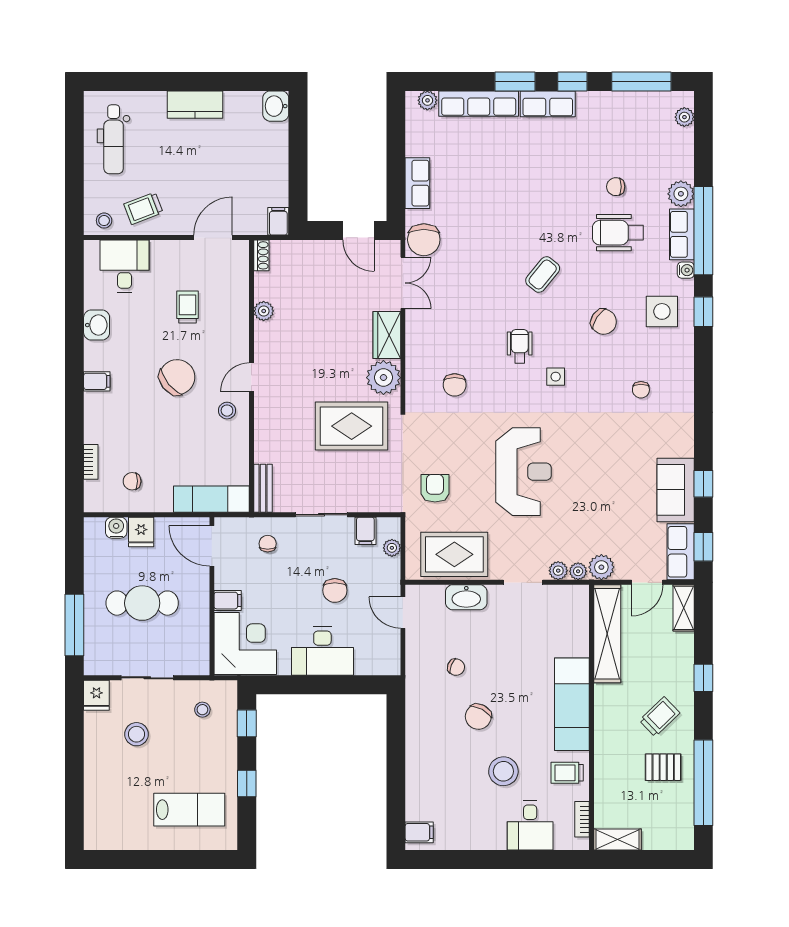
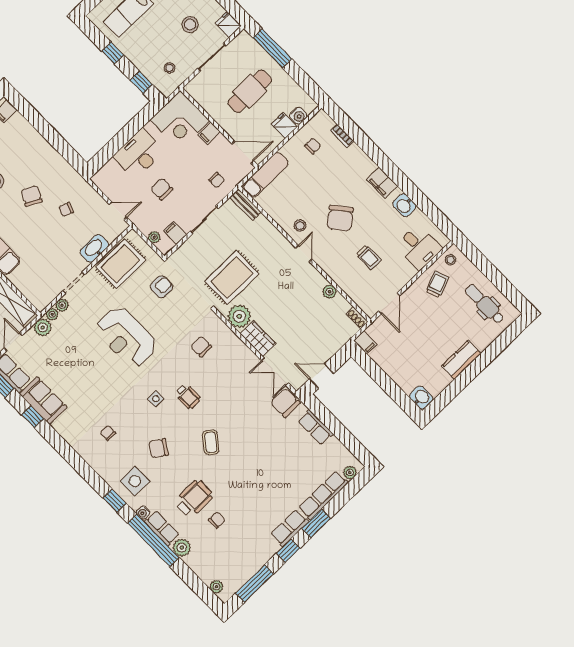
filing cabinet: (97, 381) -> (382, 183), width x2.00
armchair: (435, 488) -> (161, 287), turned -90

